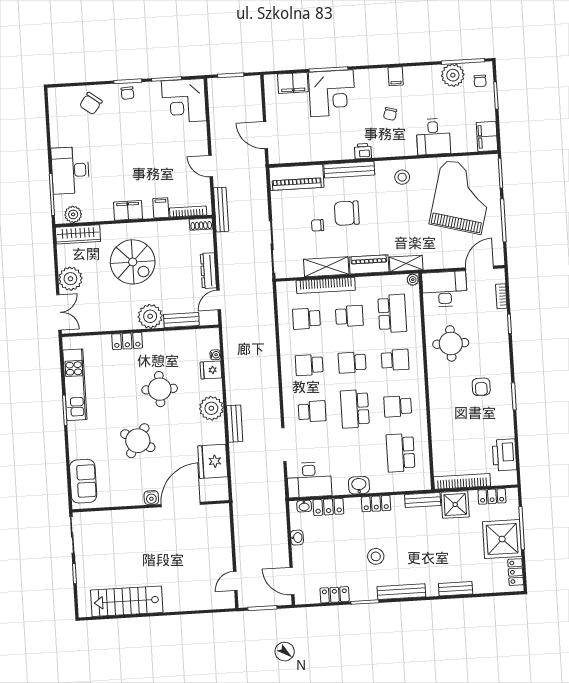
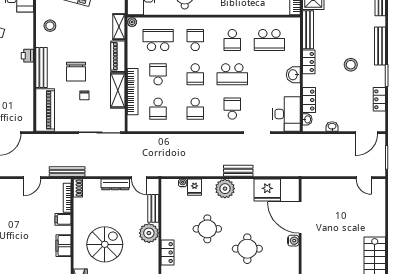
round table: (138, 441) -> (247, 249), turned -31
bench: (423, 500) -> (308, 30), width x1.36

